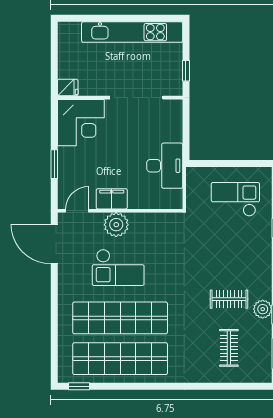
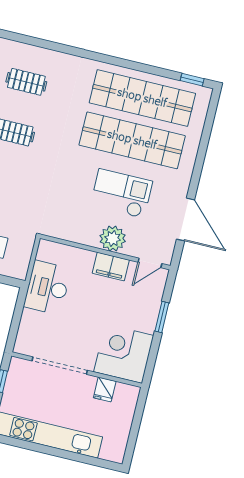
fridge: (68, 87) -> (105, 389), moved, turned -90
door: (54, 244) -> (186, 219), moved
clothes rail: (229, 348) -> (26, 82), turned 90

